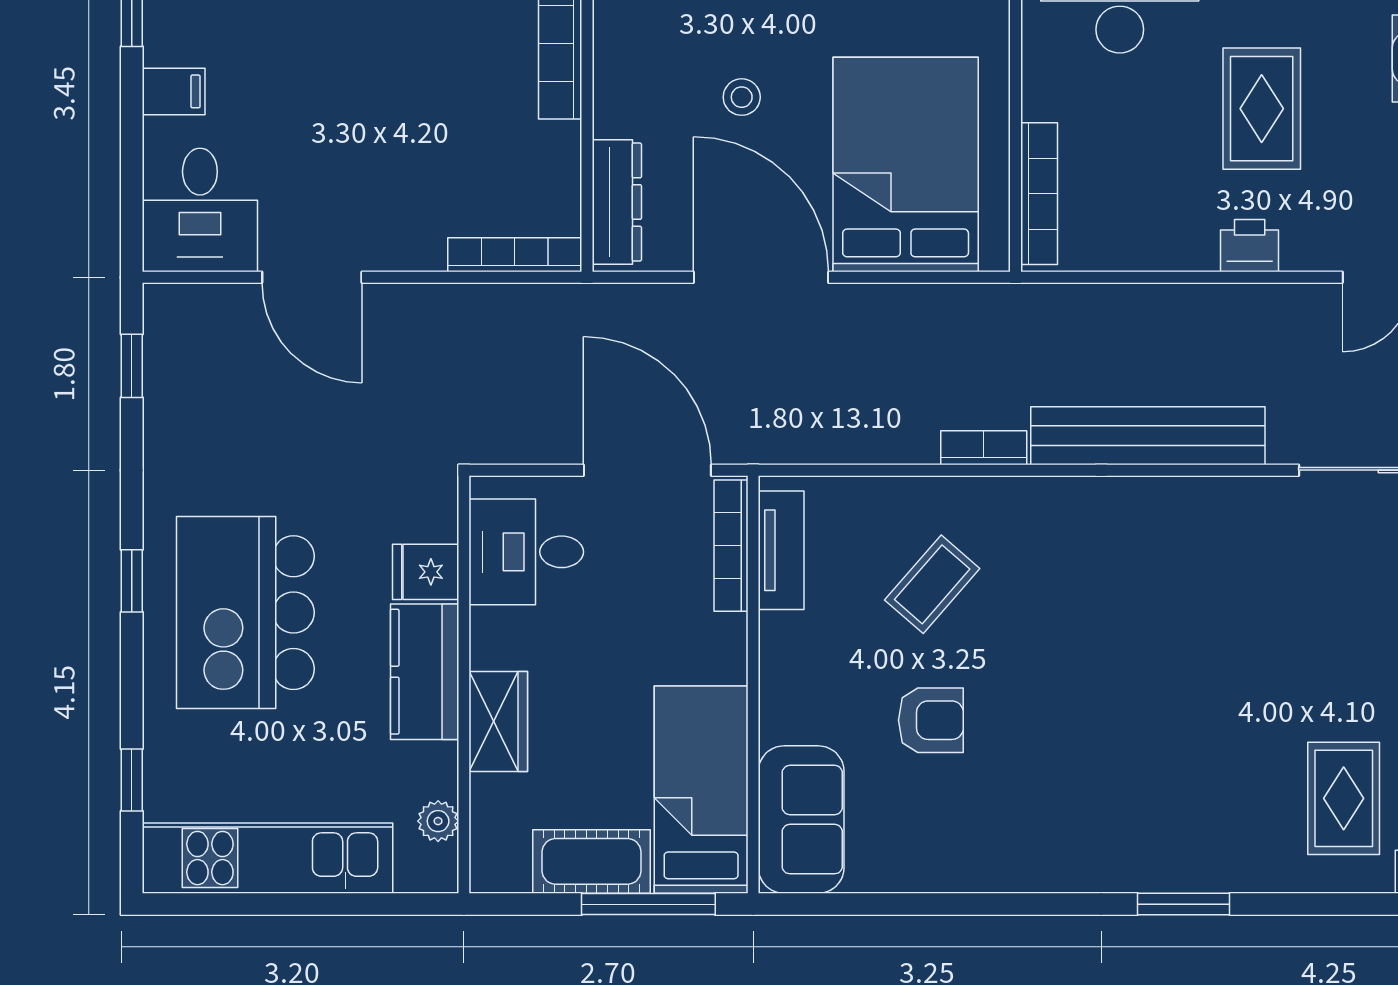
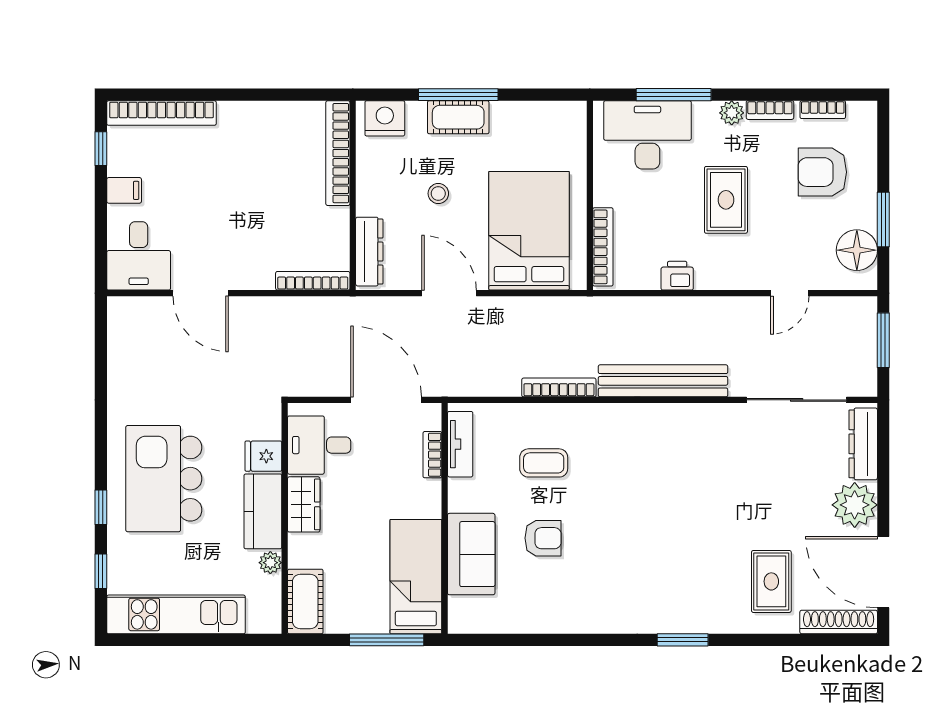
printer: (1250, 246) -> (677, 276), moved
door: (761, 277) -> (449, 293), width x0.73
window: (132, 366) -> (101, 342), removed
bookcase: (984, 448) -> (559, 387), width x1.56
bookcase: (731, 546) -> (432, 455), width x0.64
window: (132, 581) -> (101, 507), moved
coffee table: (932, 584) -> (544, 463), turned 49
wardrobe: (498, 722) -> (304, 504), moved
sofa: (801, 820) -> (471, 554), moved
plant: (438, 821) -> (270, 563), moved
cot: (591, 861) -> (305, 601), moved, turned 90

